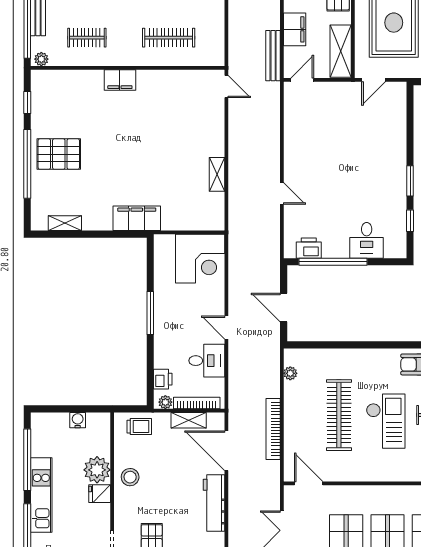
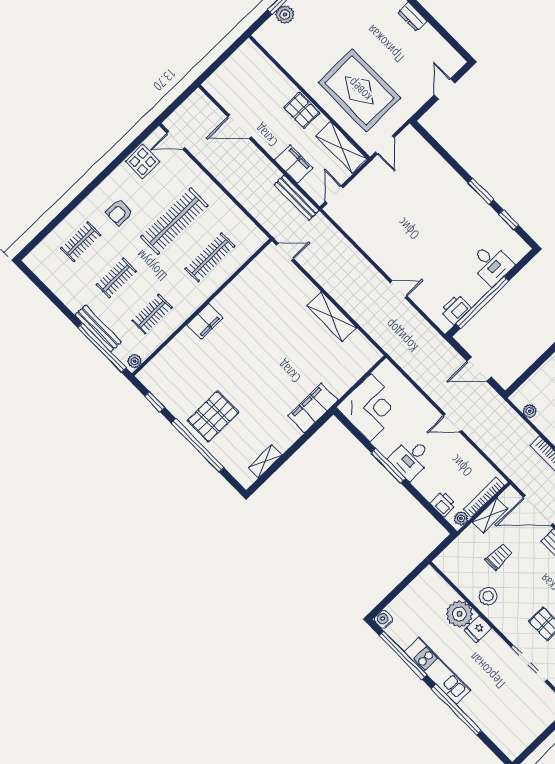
shelving: (217, 174) -> (332, 317), width x1.50, depth x1.33
corner desk: (200, 259) -> (370, 408), moved
desk: (207, 361) -> (411, 458), moved, turned 180
water cooler: (78, 420) -> (383, 619), moved
trolley: (139, 427) -> (499, 557), moved

